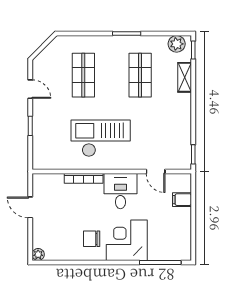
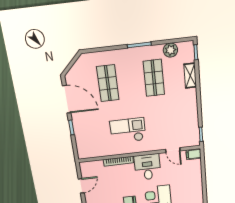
plant: (177, 44) -> (170, 50), moved
door: (30, 89) -> (67, 99), width x1.88
checkout: (101, 138) -> (128, 131), width x0.73, depth x0.83
filing cabinet: (182, 200) -> (194, 154), moved
door: (30, 207) -> (81, 186), swing flipped

